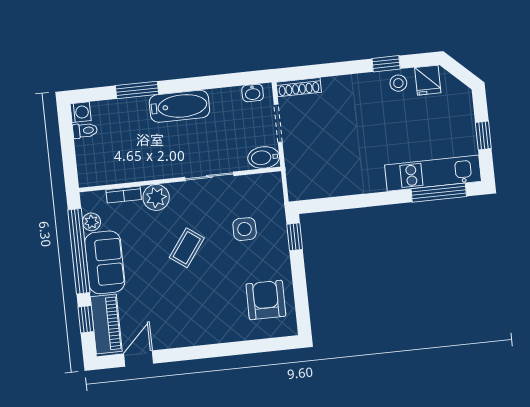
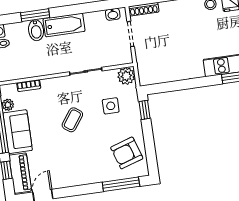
bidet: (264, 158) -> (36, 30), moved, turned -90
plant: (156, 197) -> (126, 76), moved
armchair: (266, 300) -> (127, 153), turned -108
window: (255, 346) -> (121, 184), added

